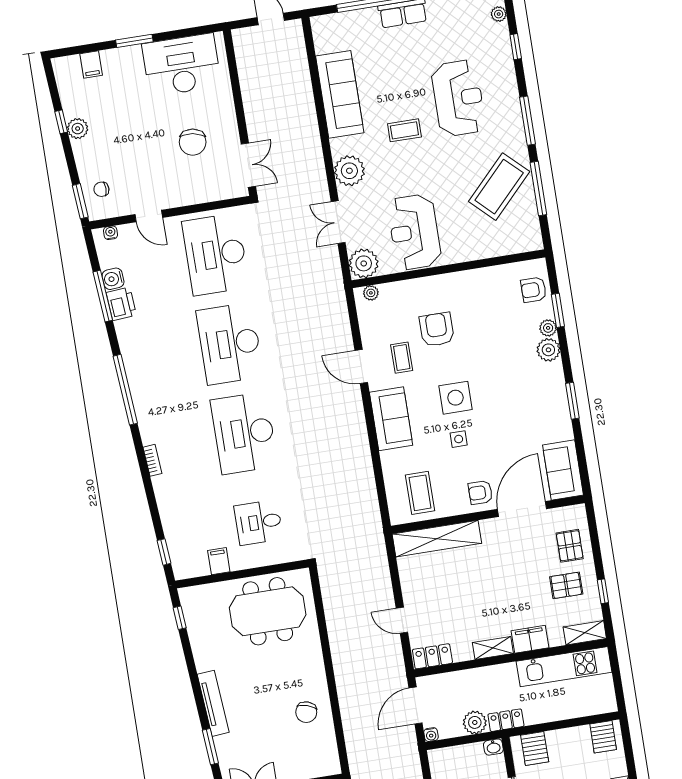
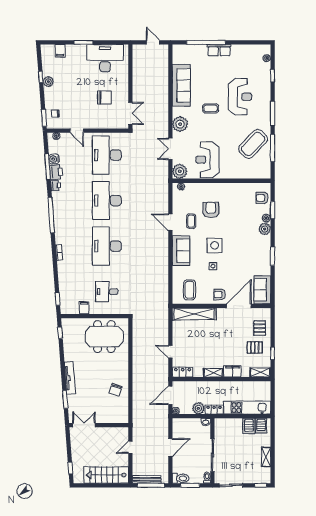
chair: (193, 142) -> (104, 97), turned -99
printer: (125, 330) -> (56, 186), added
kitchen unit: (564, 667) -> (247, 408), moved, turned 180
server rack: (535, 748) -> (249, 426), moved

